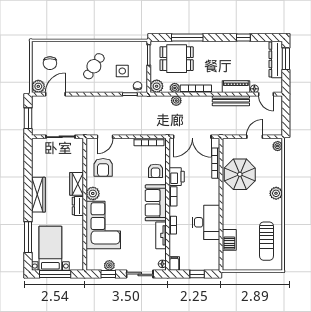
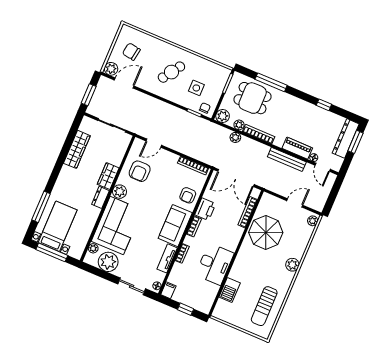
chair: (50, 63) -> (131, 52), turned 99
wardrobe: (38, 195) -> (77, 149), moved
plant: (91, 255) -> (93, 248), added
plant: (109, 265) -> (108, 262), width x1.88, depth x1.88
window: (108, 274) -> (102, 274), removed

